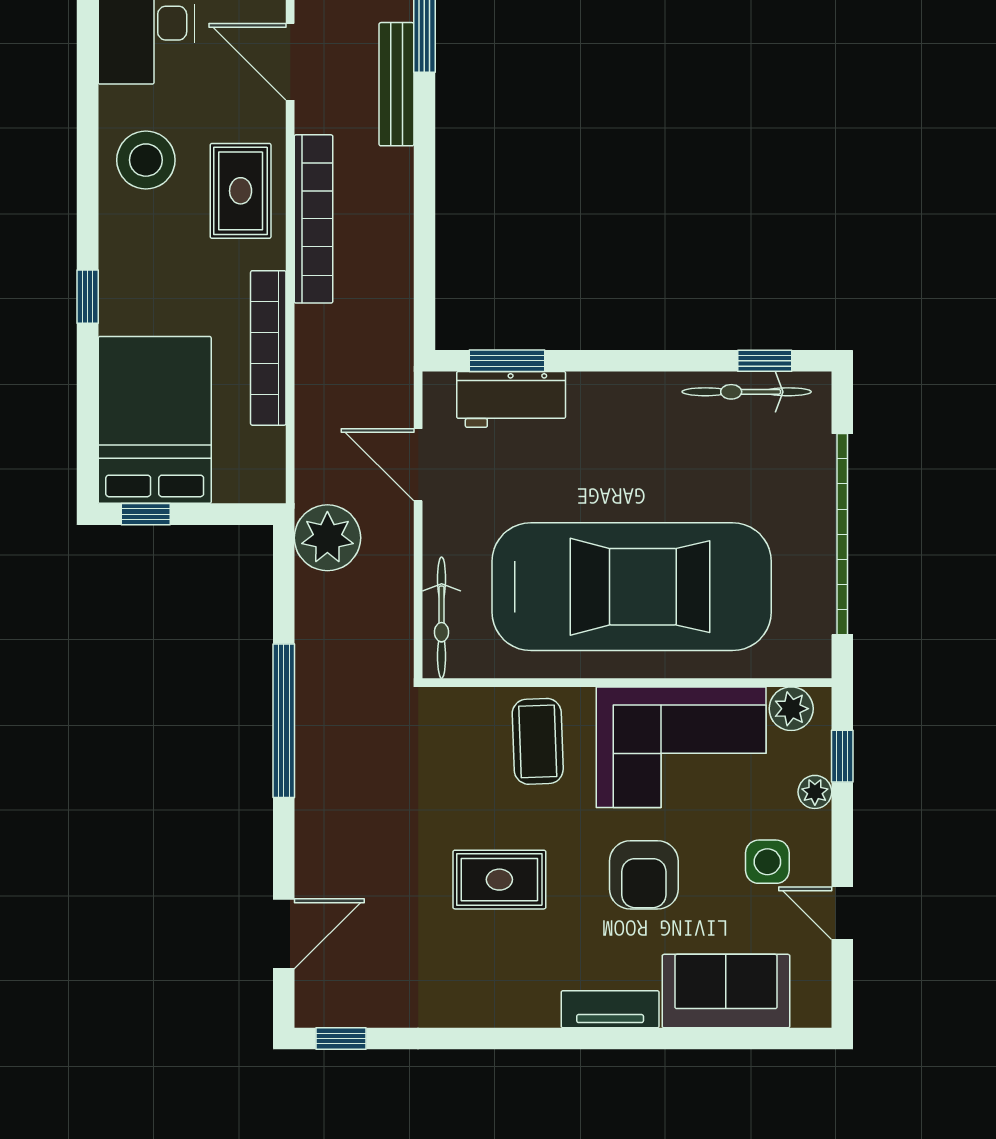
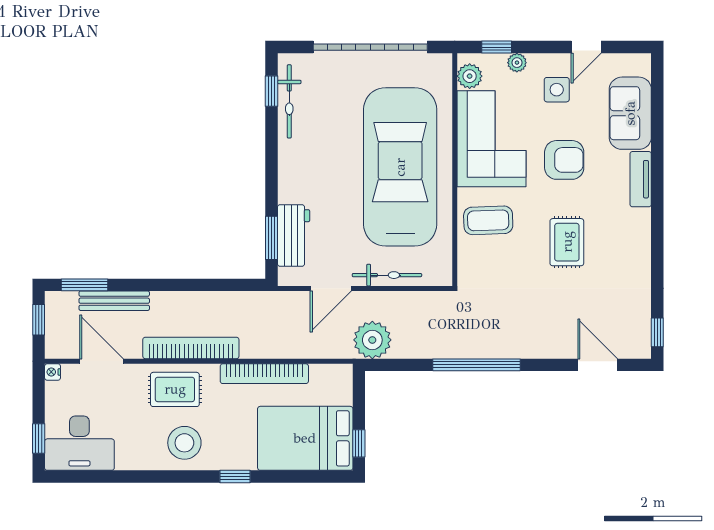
door: (290, 62) -> (101, 361), swing flipped
stool: (146, 160) -> (184, 443), moved
bicycle: (442, 618) -> (387, 275), moved

